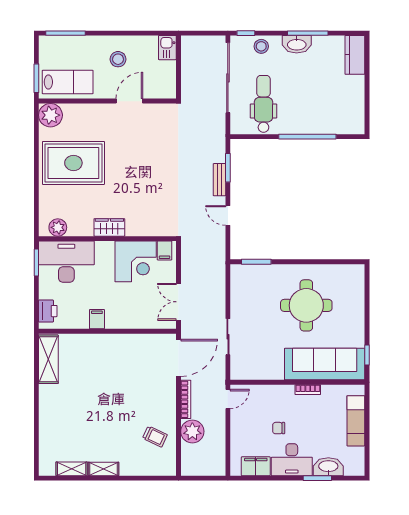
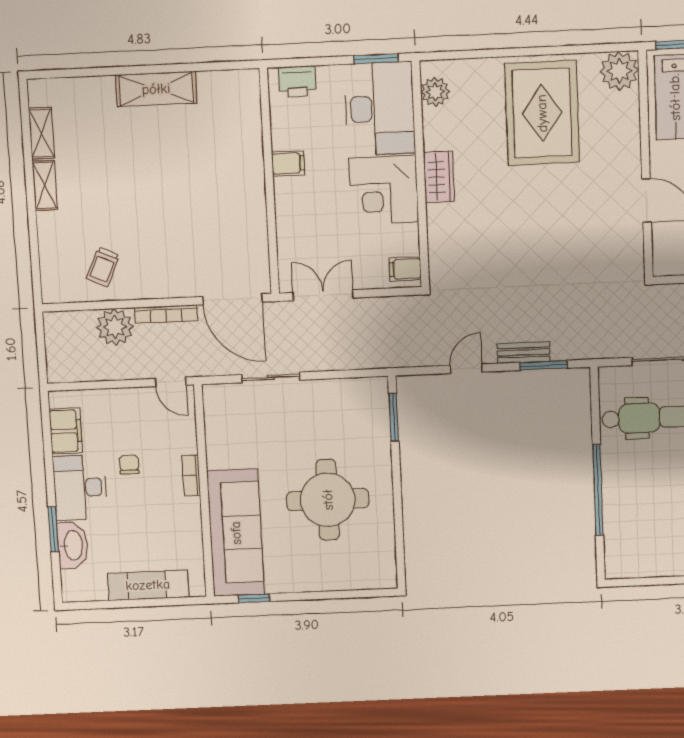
corner desk: (136, 261) -> (384, 190), moved
shelving: (48, 359) -> (156, 89), moved
bookcase: (308, 390) -> (191, 475), moved

